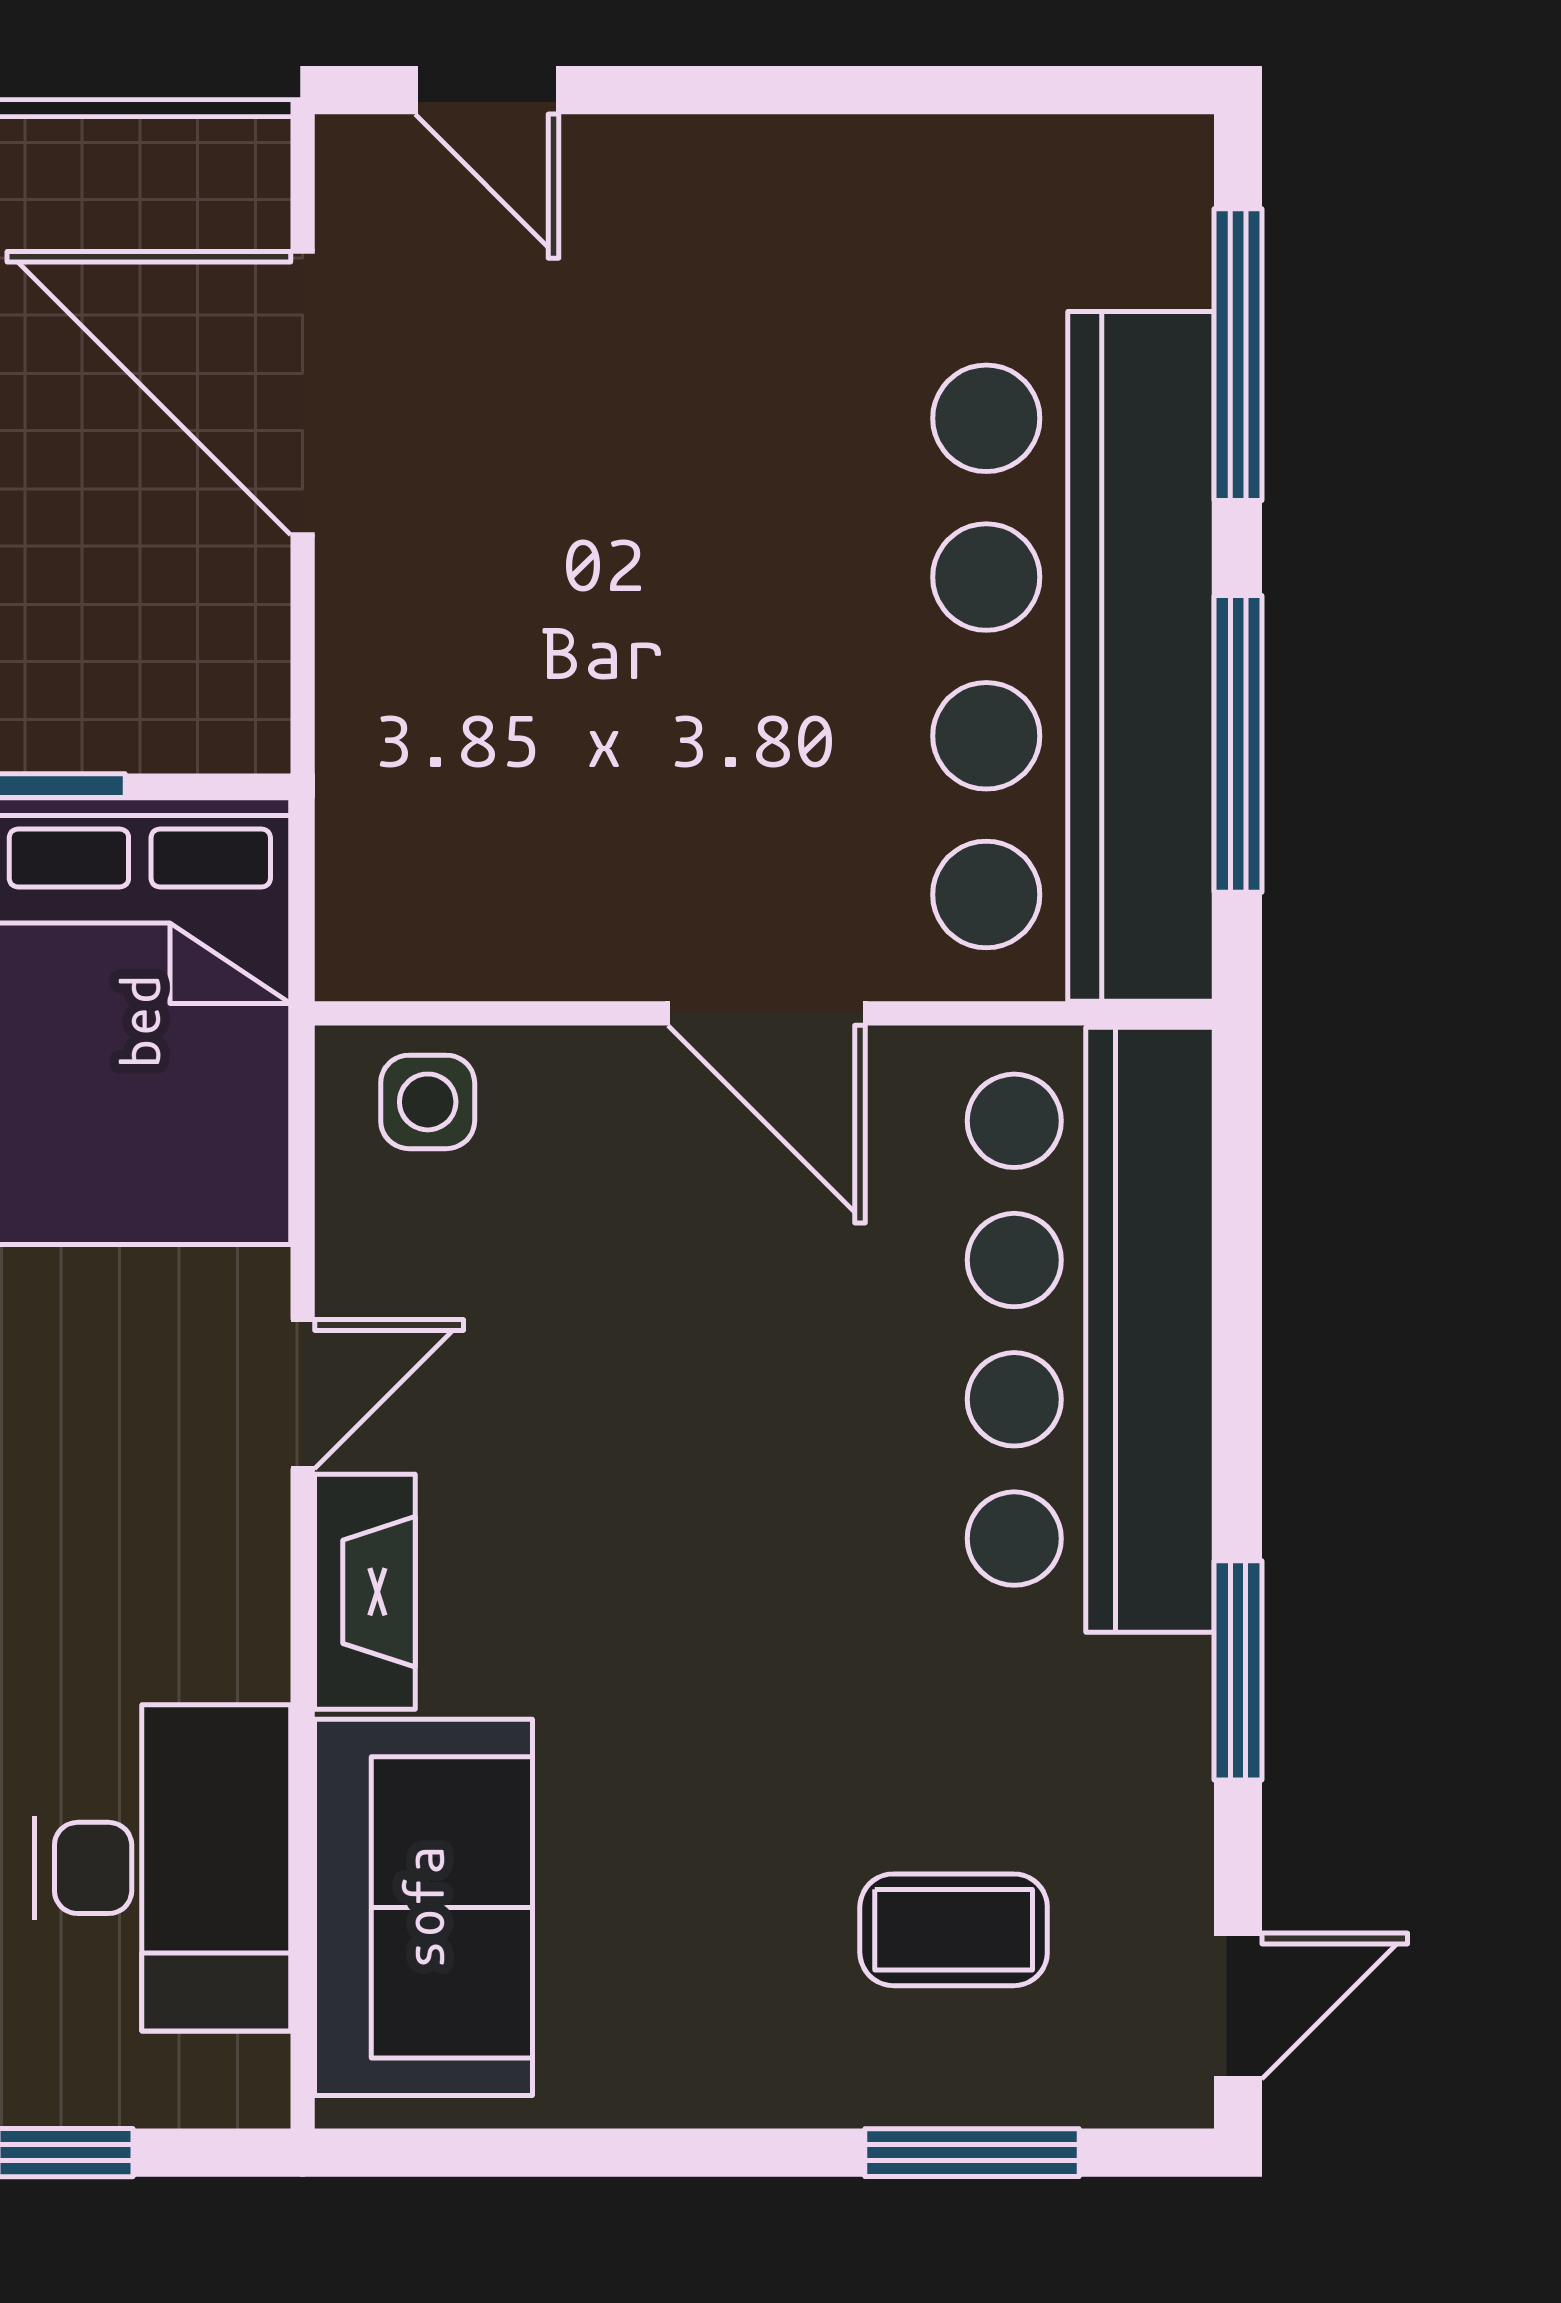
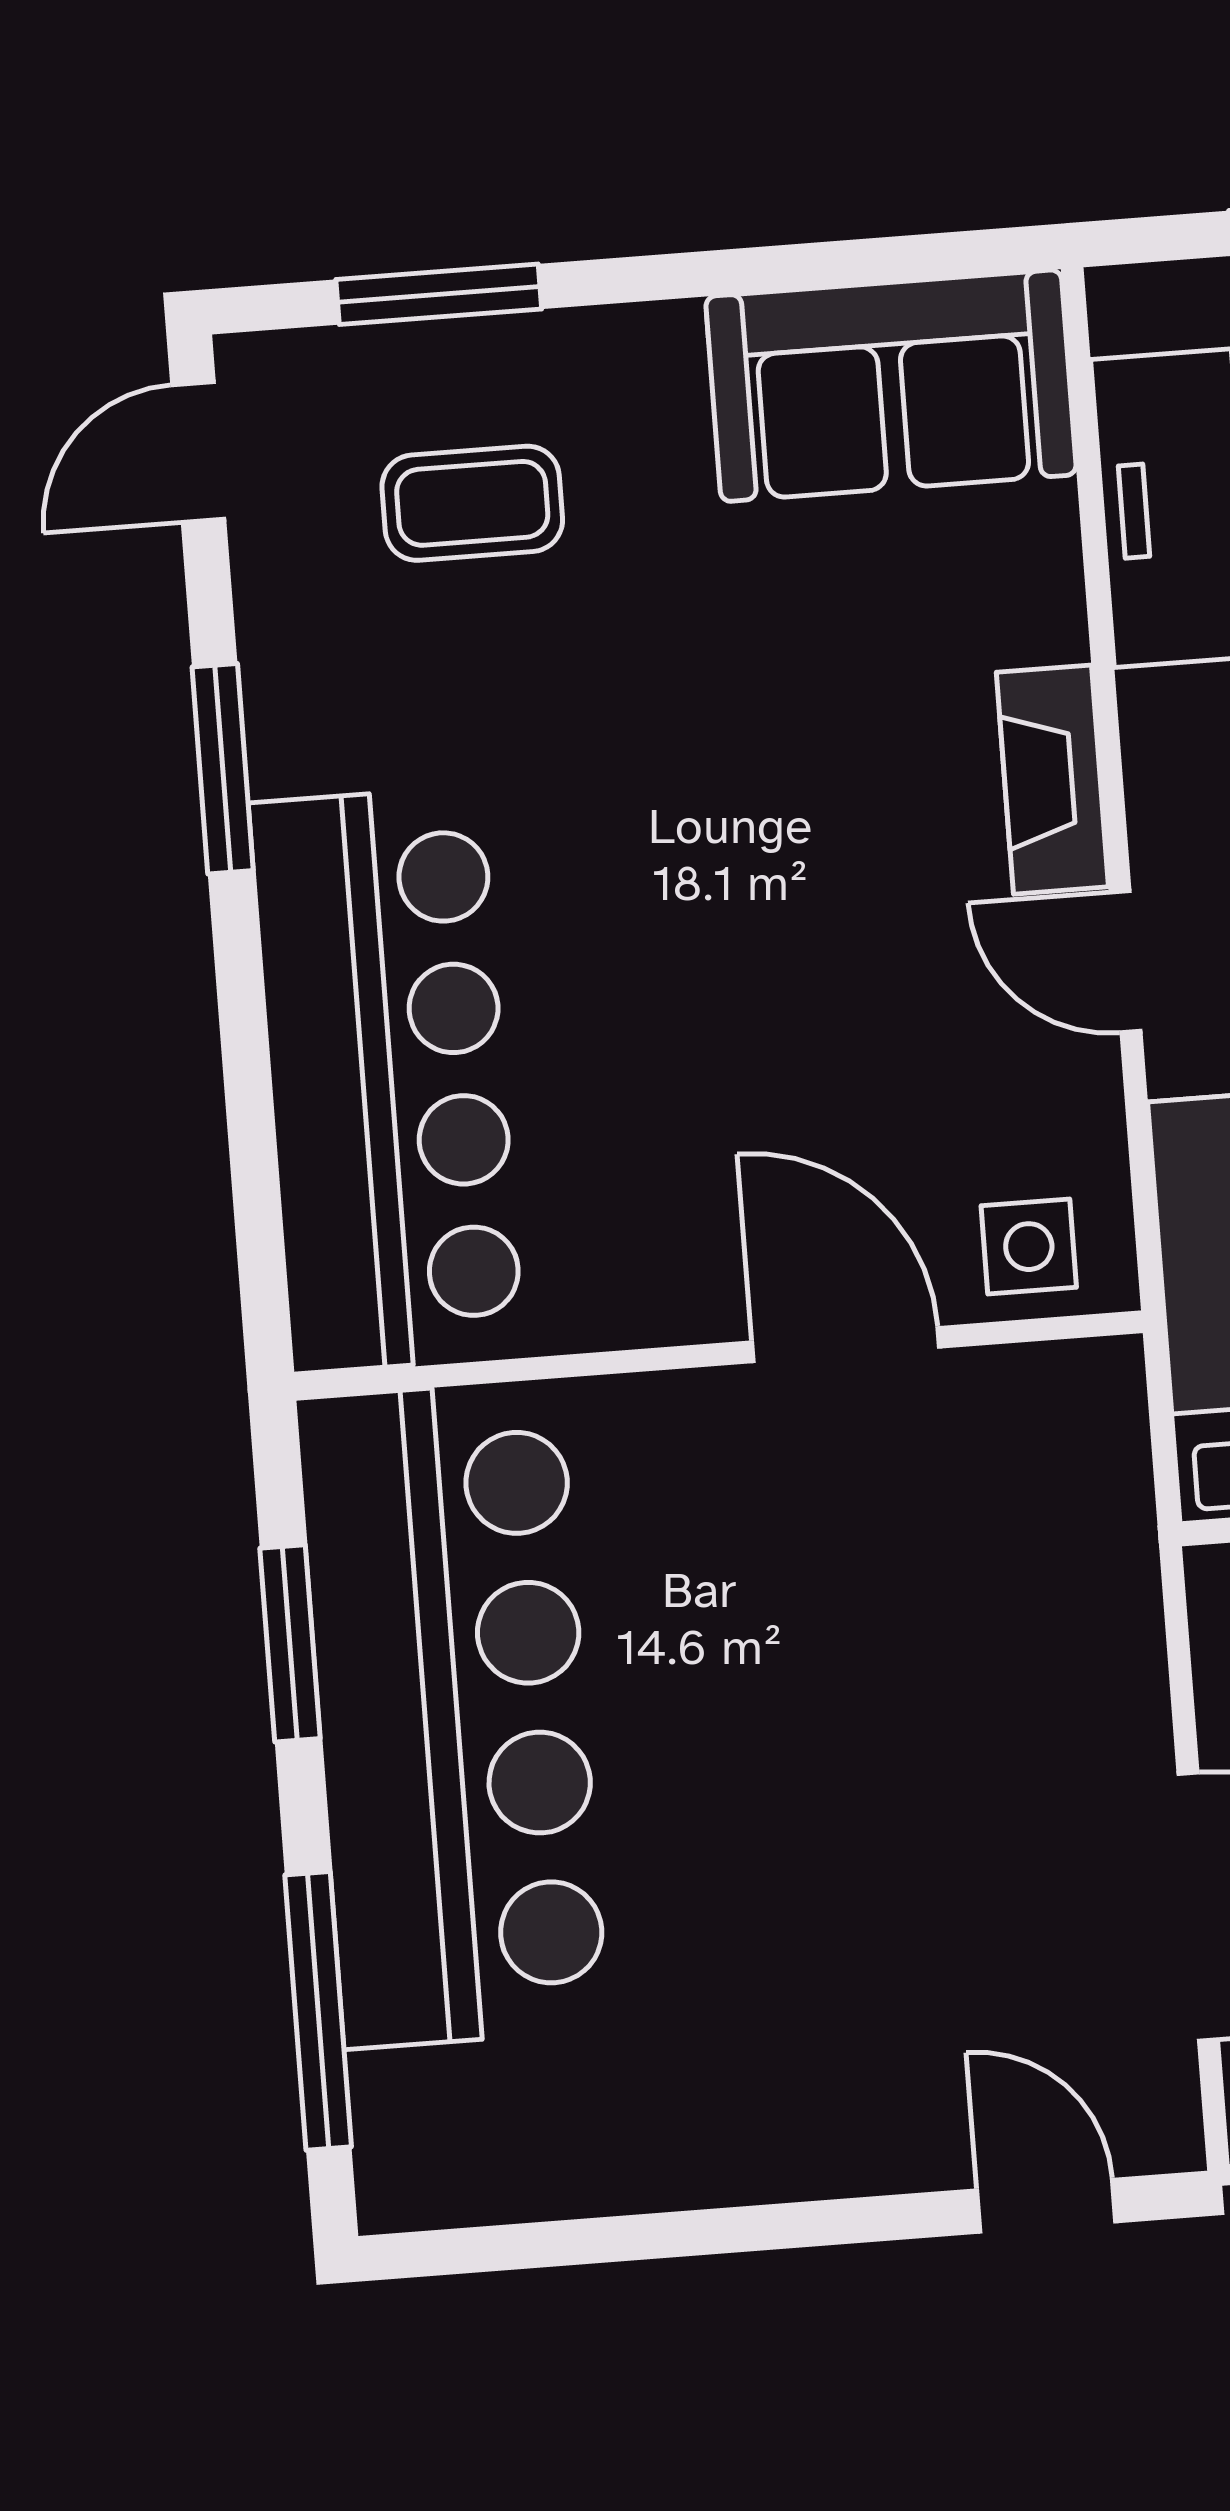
window: (1238, 744) -> (290, 1643), width x0.69
door: (767, 1013) -> (846, 1345), moved
door: (303, 1394) -> (1126, 962), hinge flipped
sofa: (424, 1907) -> (891, 386), moved, turned -90

